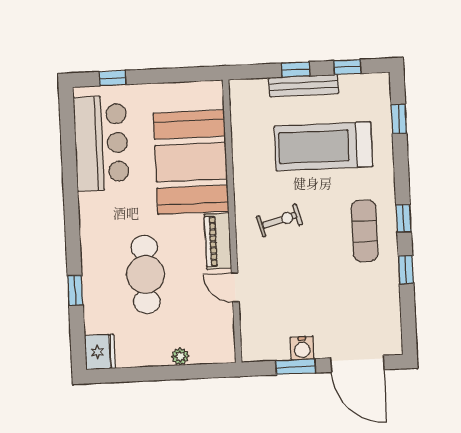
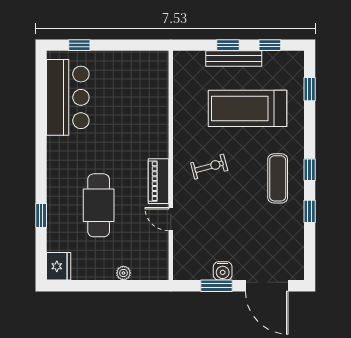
booth: (191, 162) -> (140, 116), removed

